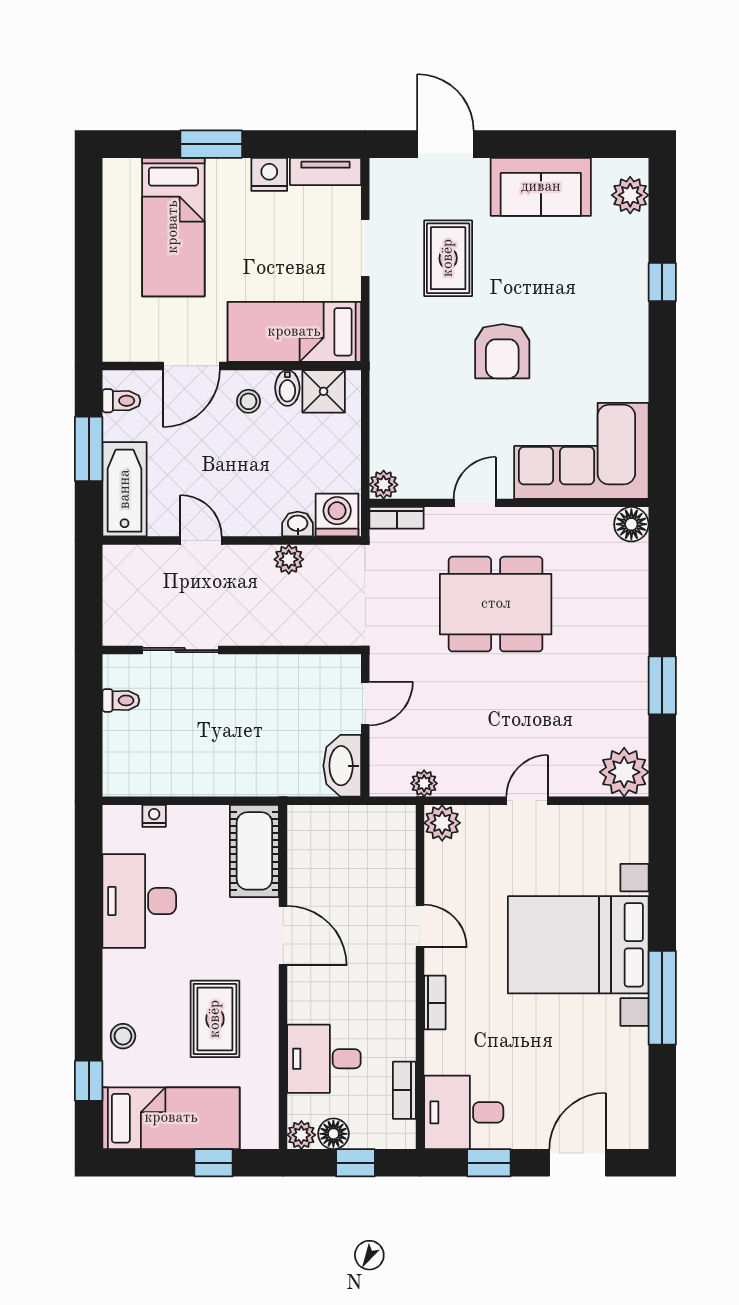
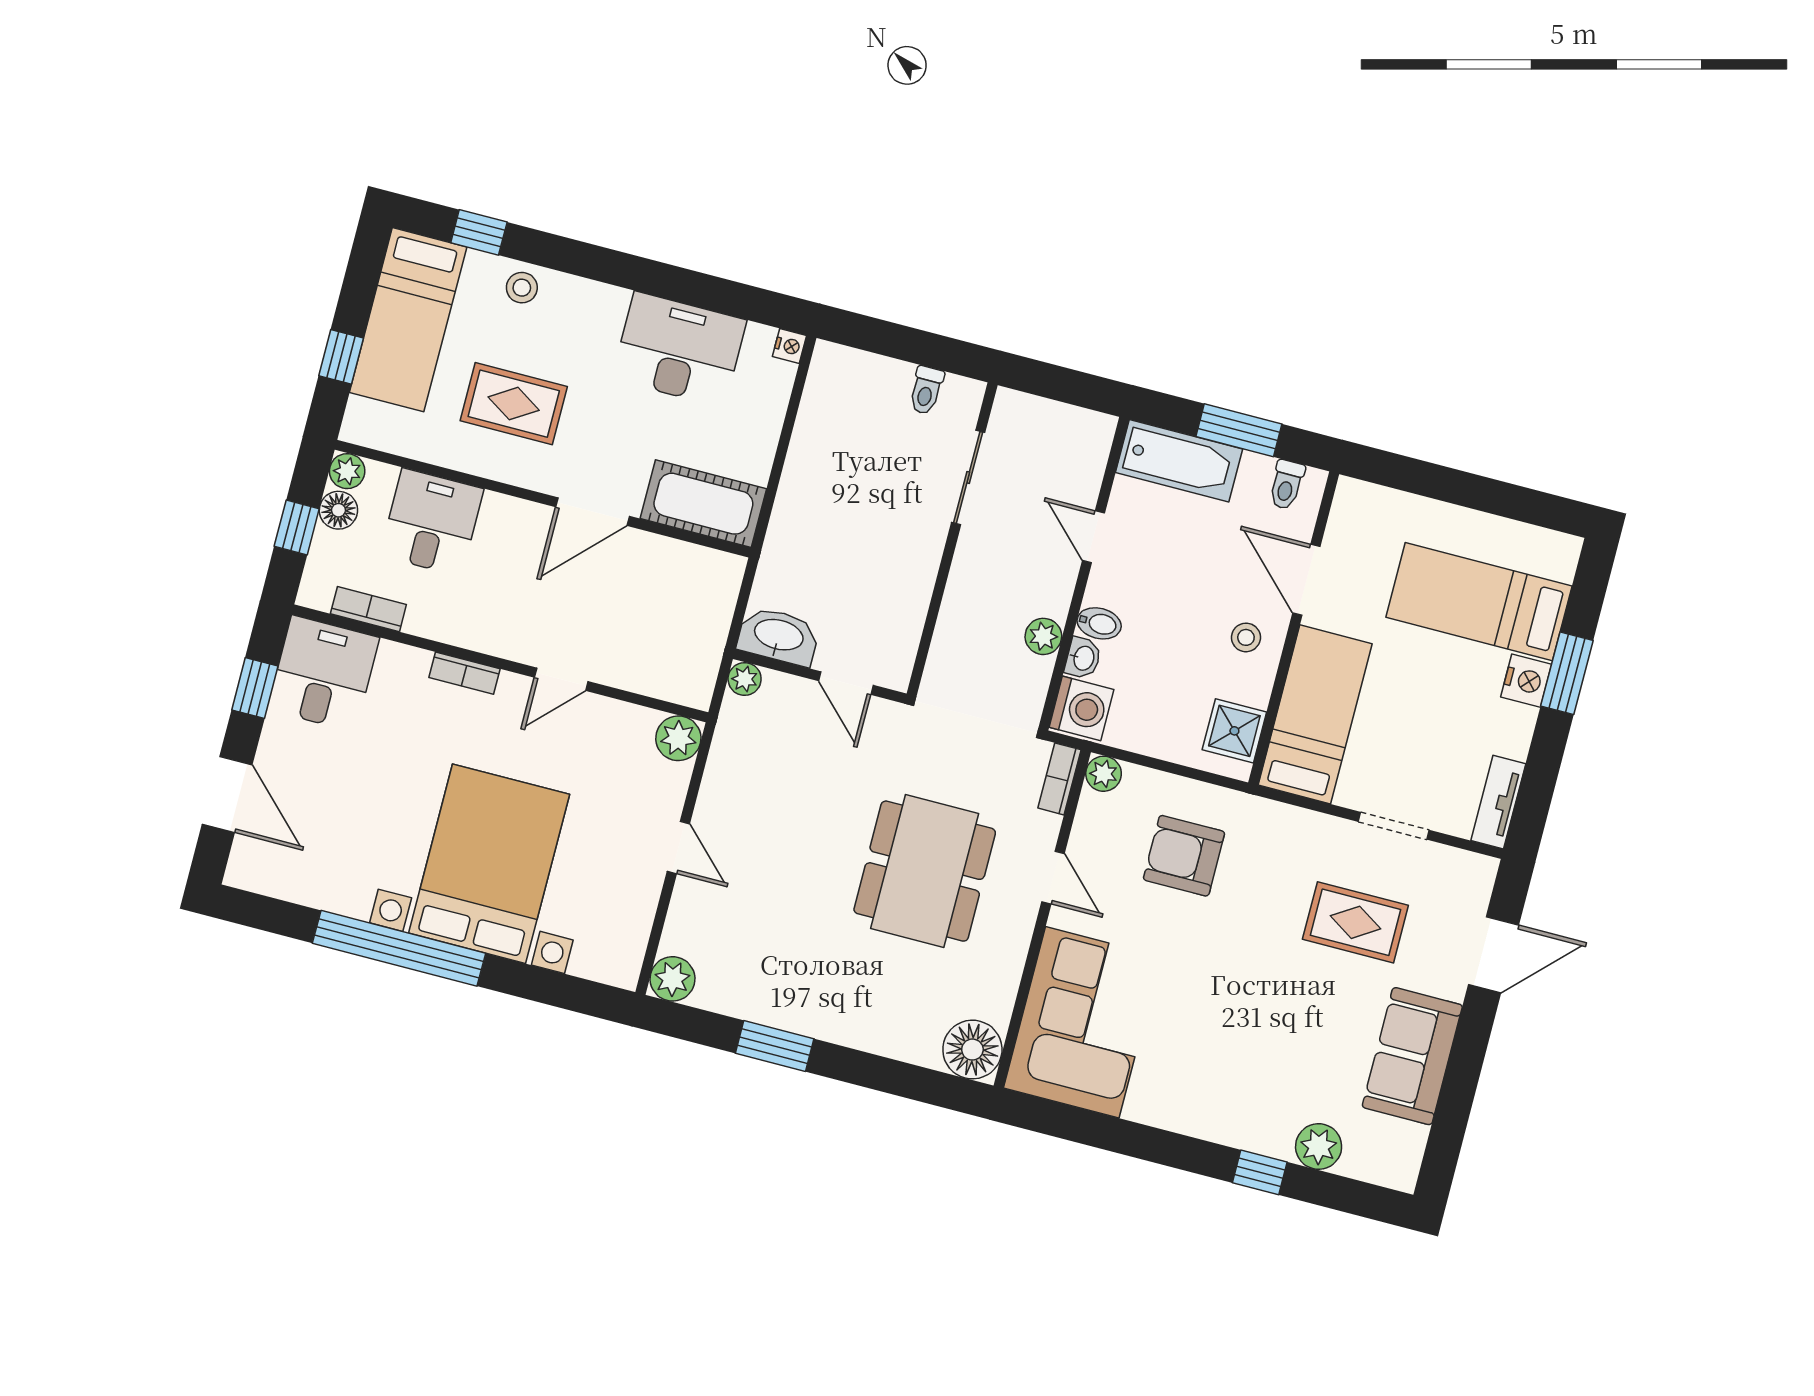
nightstand: (269, 174) -> (1526, 681), moved
plant: (630, 195) -> (1319, 1146), moved
armchair: (502, 351) -> (1184, 856), moved
bidet: (287, 388) -> (1099, 623), moved, turned 180
floor lamp: (631, 524) -> (972, 1050), width x1.38, depth x1.38
door: (201, 541) -> (1093, 537), swing flipped
plant: (624, 772) -> (672, 979), width x0.73, depth x0.73
plant: (424, 783) -> (745, 679), moved
nightstand: (154, 816) -> (789, 346), moved
window: (662, 998) -> (399, 948), width x1.46

